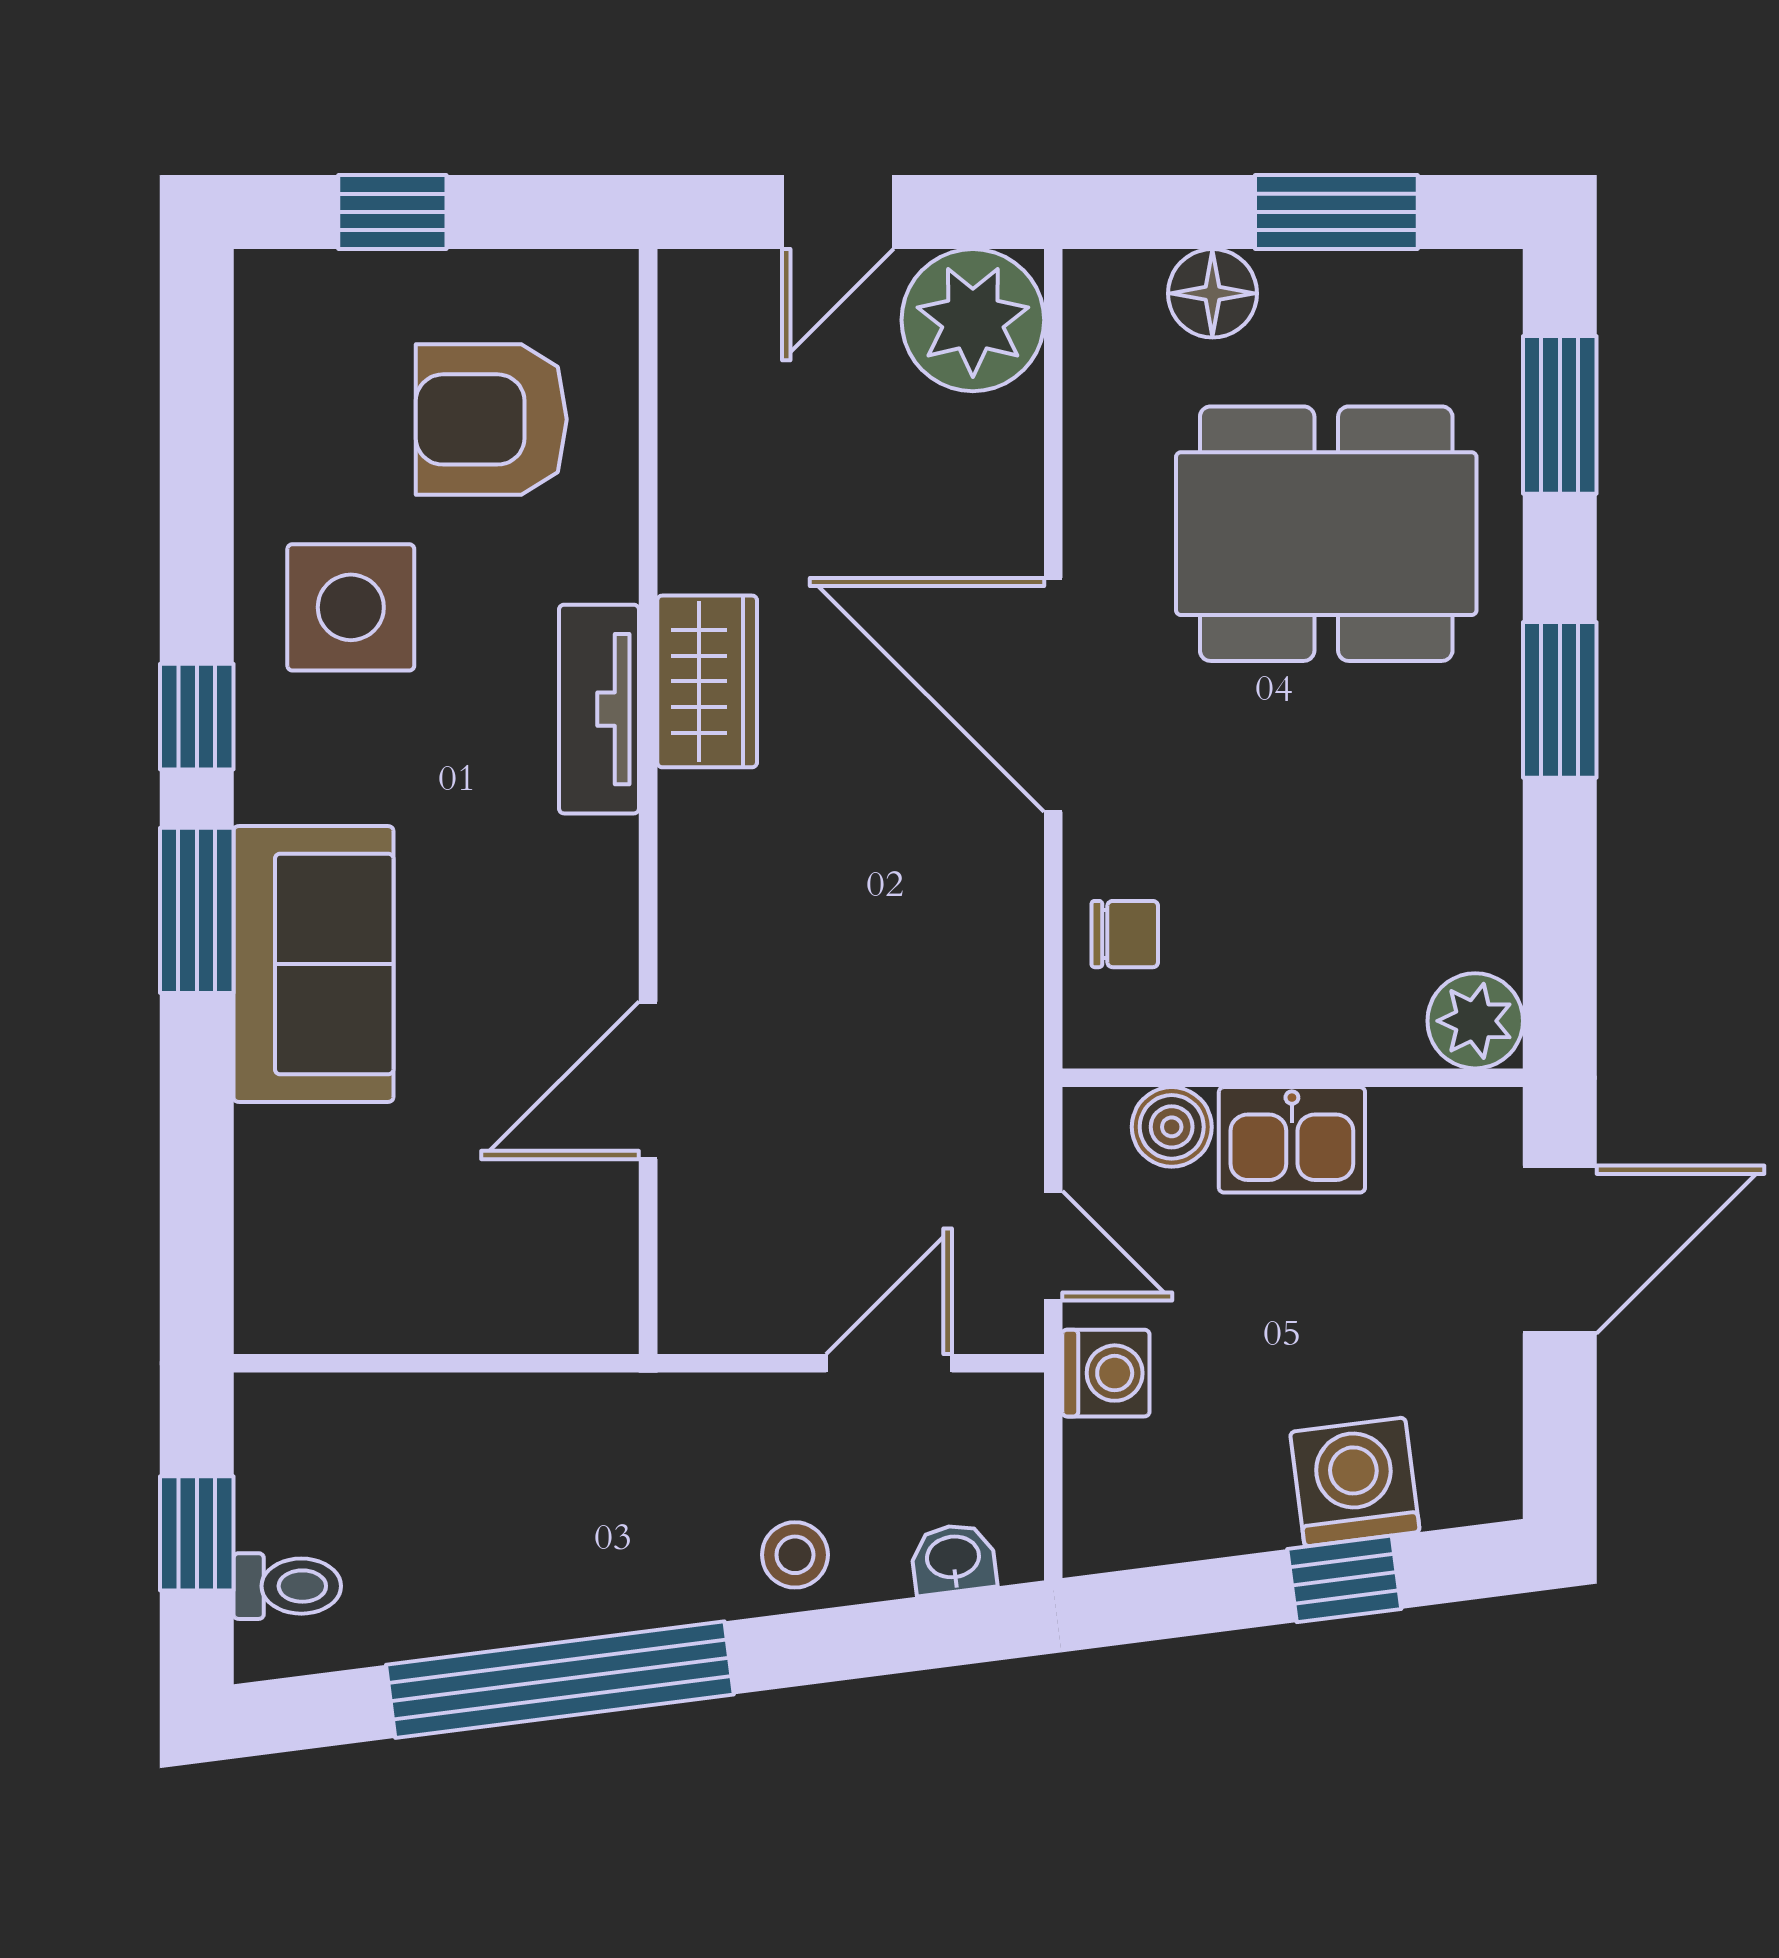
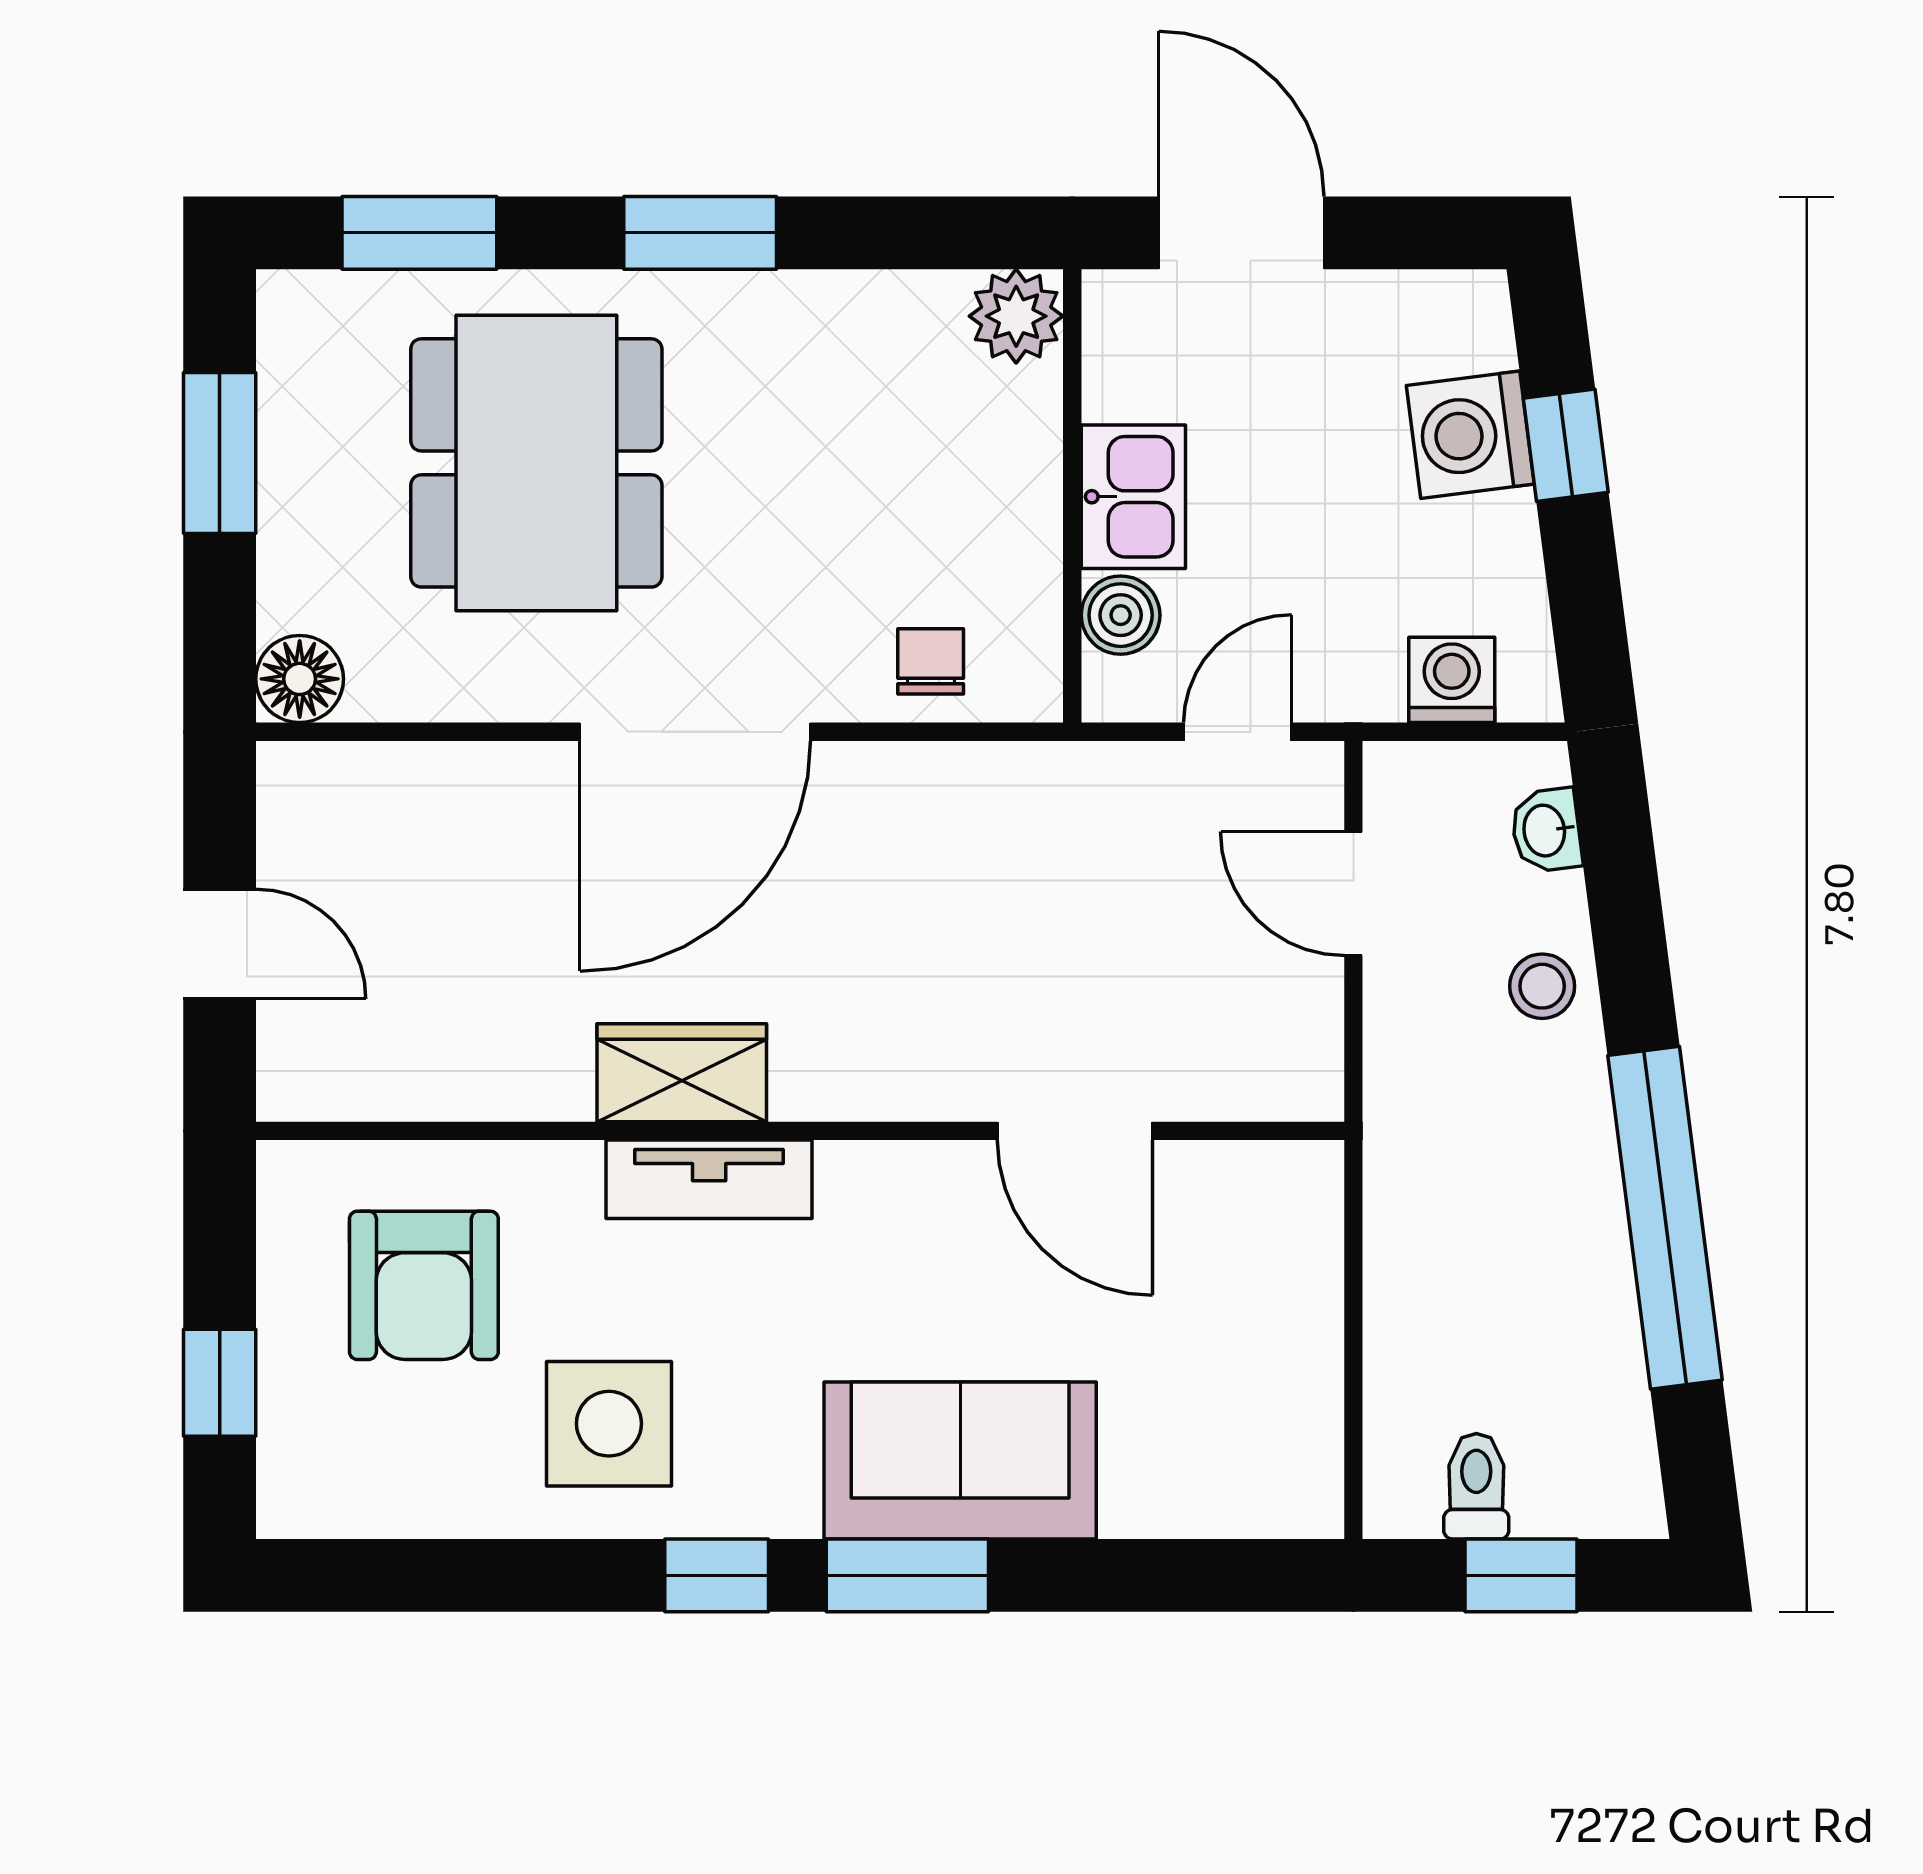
floor lamp: (1212, 293) -> (300, 679), moved
plant: (973, 320) -> (326, 811), removed
washing machine: (1106, 1373) -> (1452, 680), moved
toilet: (287, 1586) -> (1476, 1486), moved

